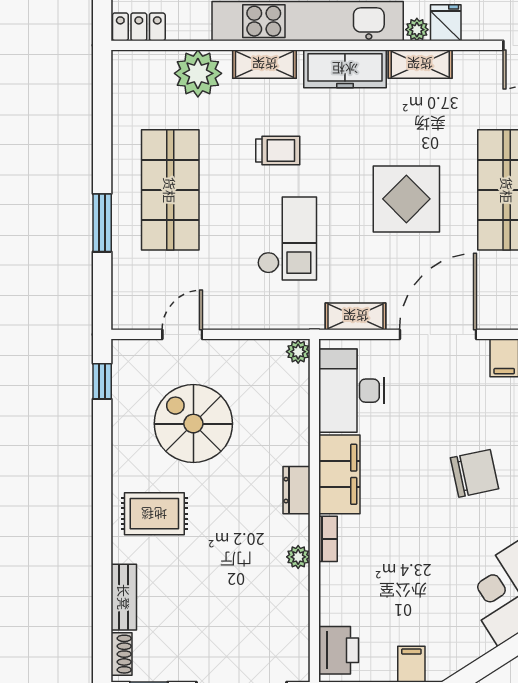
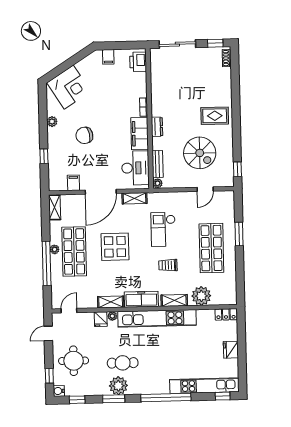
plant: (298, 557) -> (156, 100), removed
bench: (124, 597) -> (158, 164), moved

